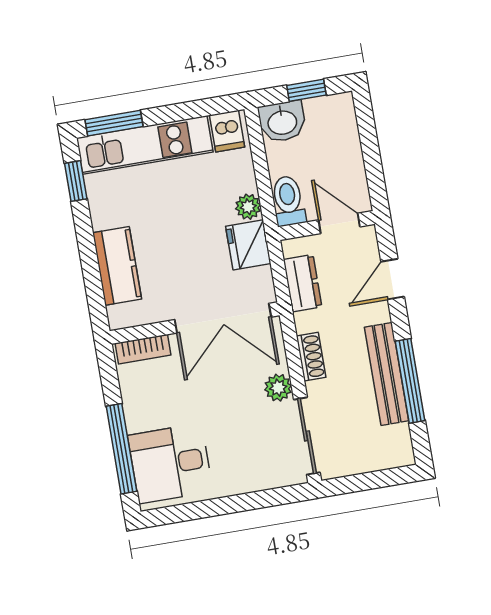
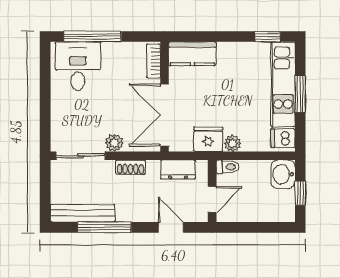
window: (114, 123) -> (300, 94), moved
toilet: (288, 201) -> (228, 167), width x0.73, depth x0.72
kitchen counter: (117, 266) -> (192, 54), moved
bench: (387, 374) -> (83, 213), moved

